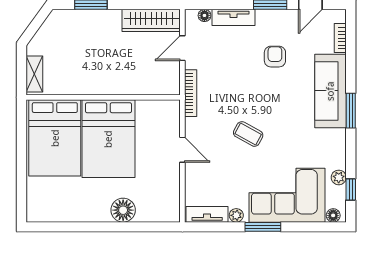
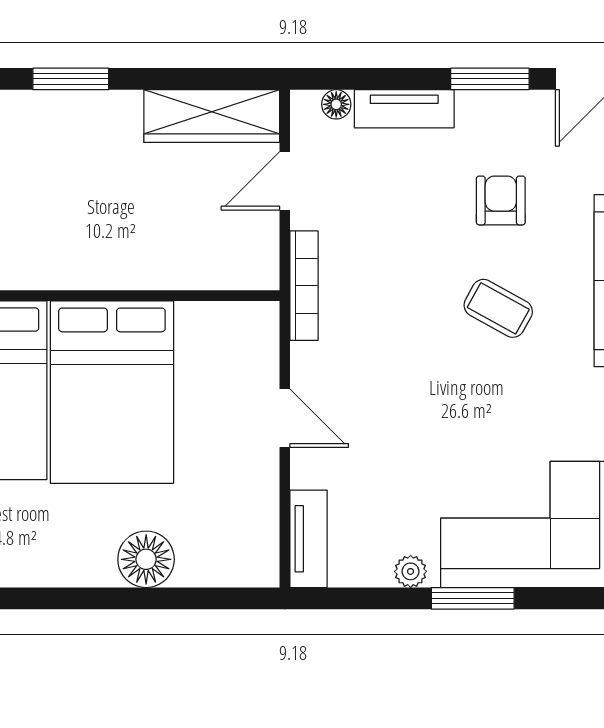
coffee table: (248, 134) -> (498, 308), moved
tv unit: (207, 214) -> (309, 539), moved, turned 90

